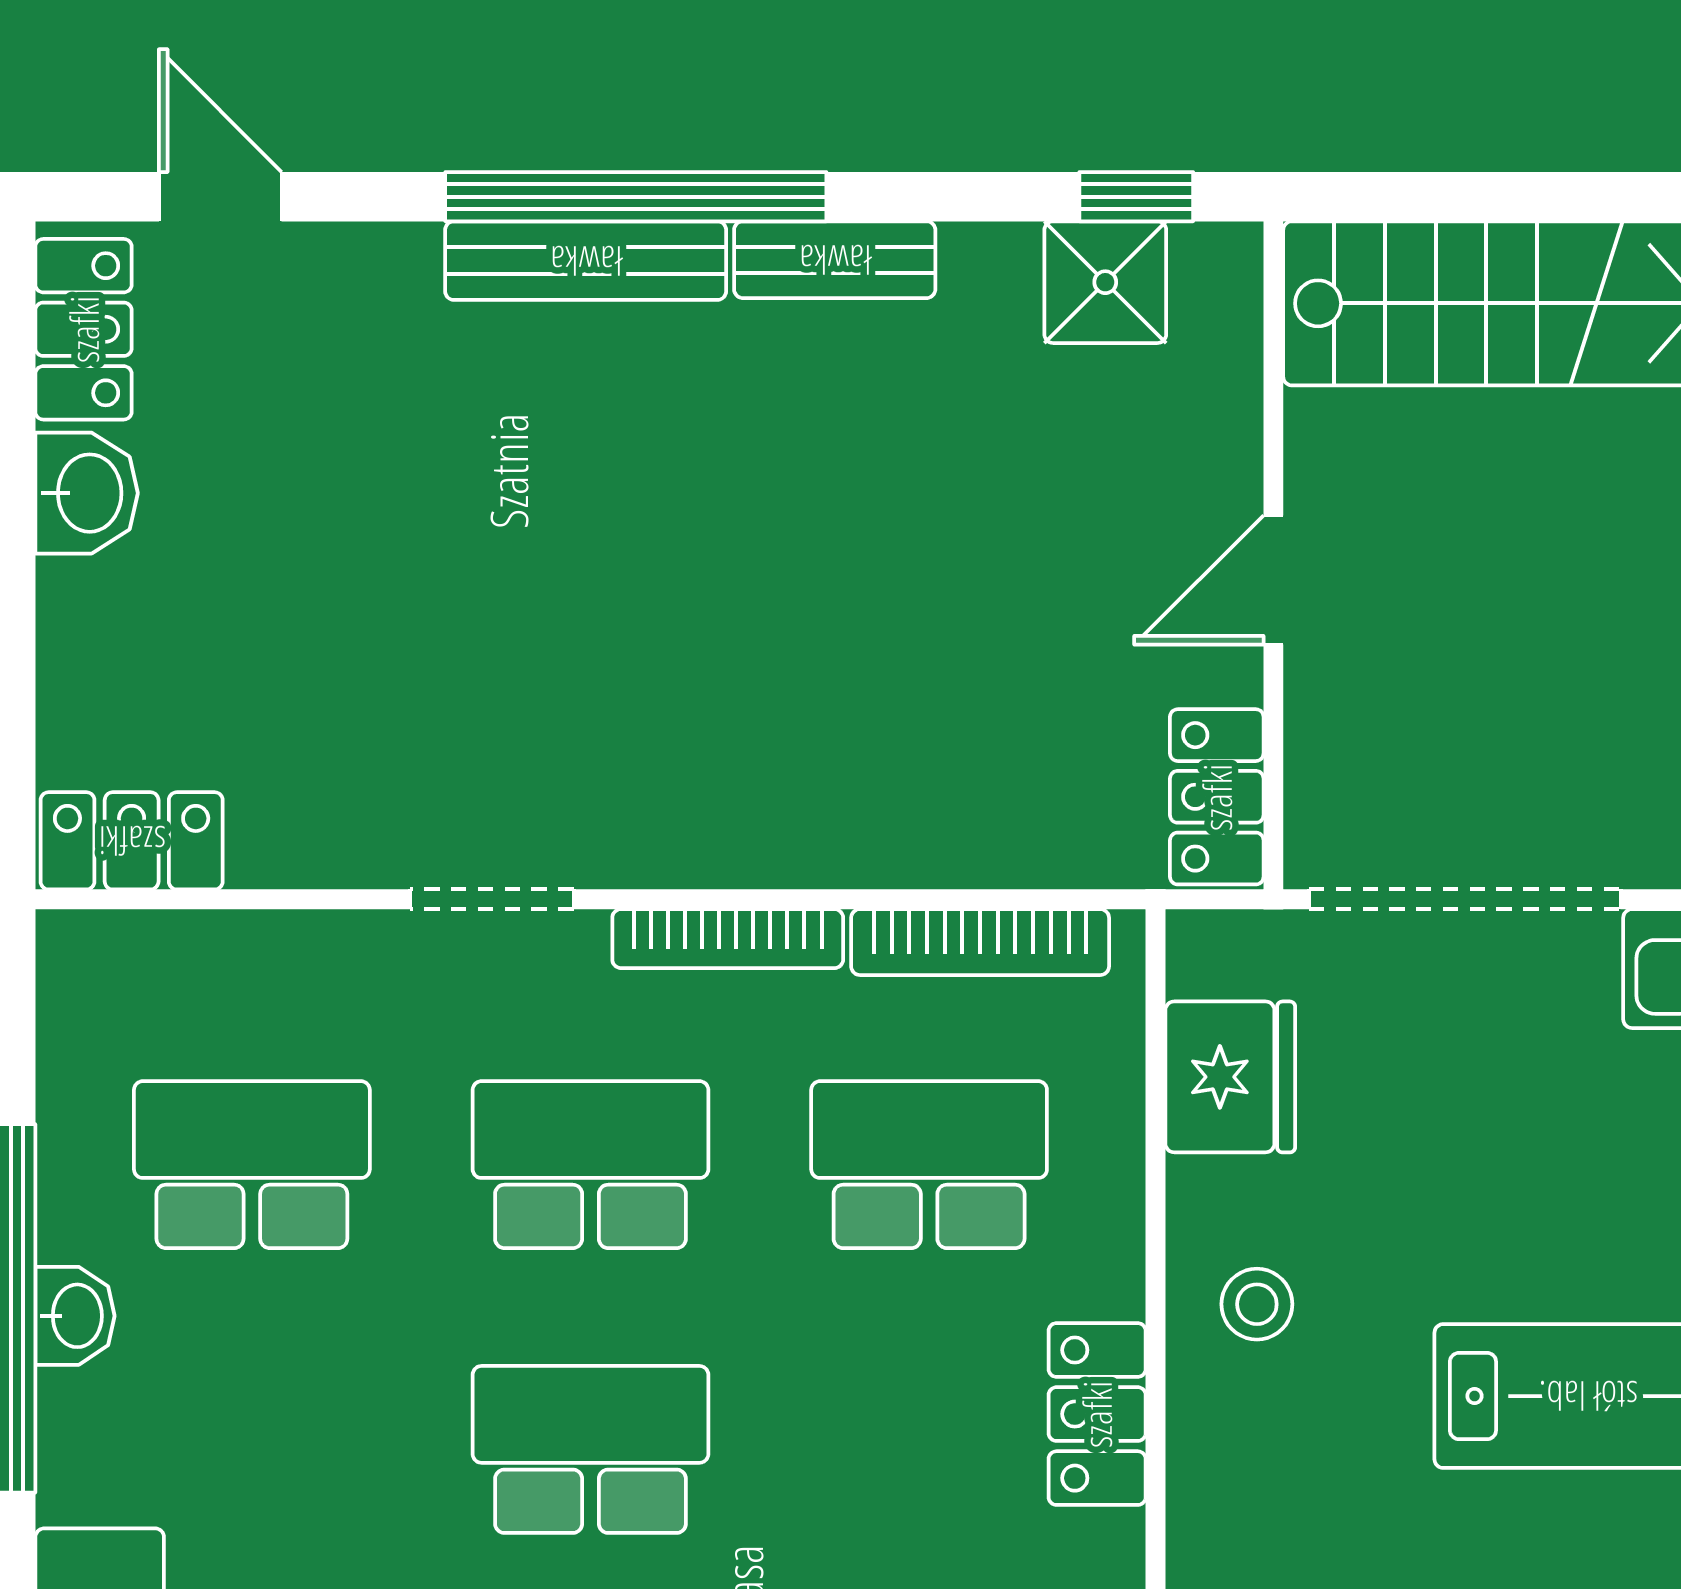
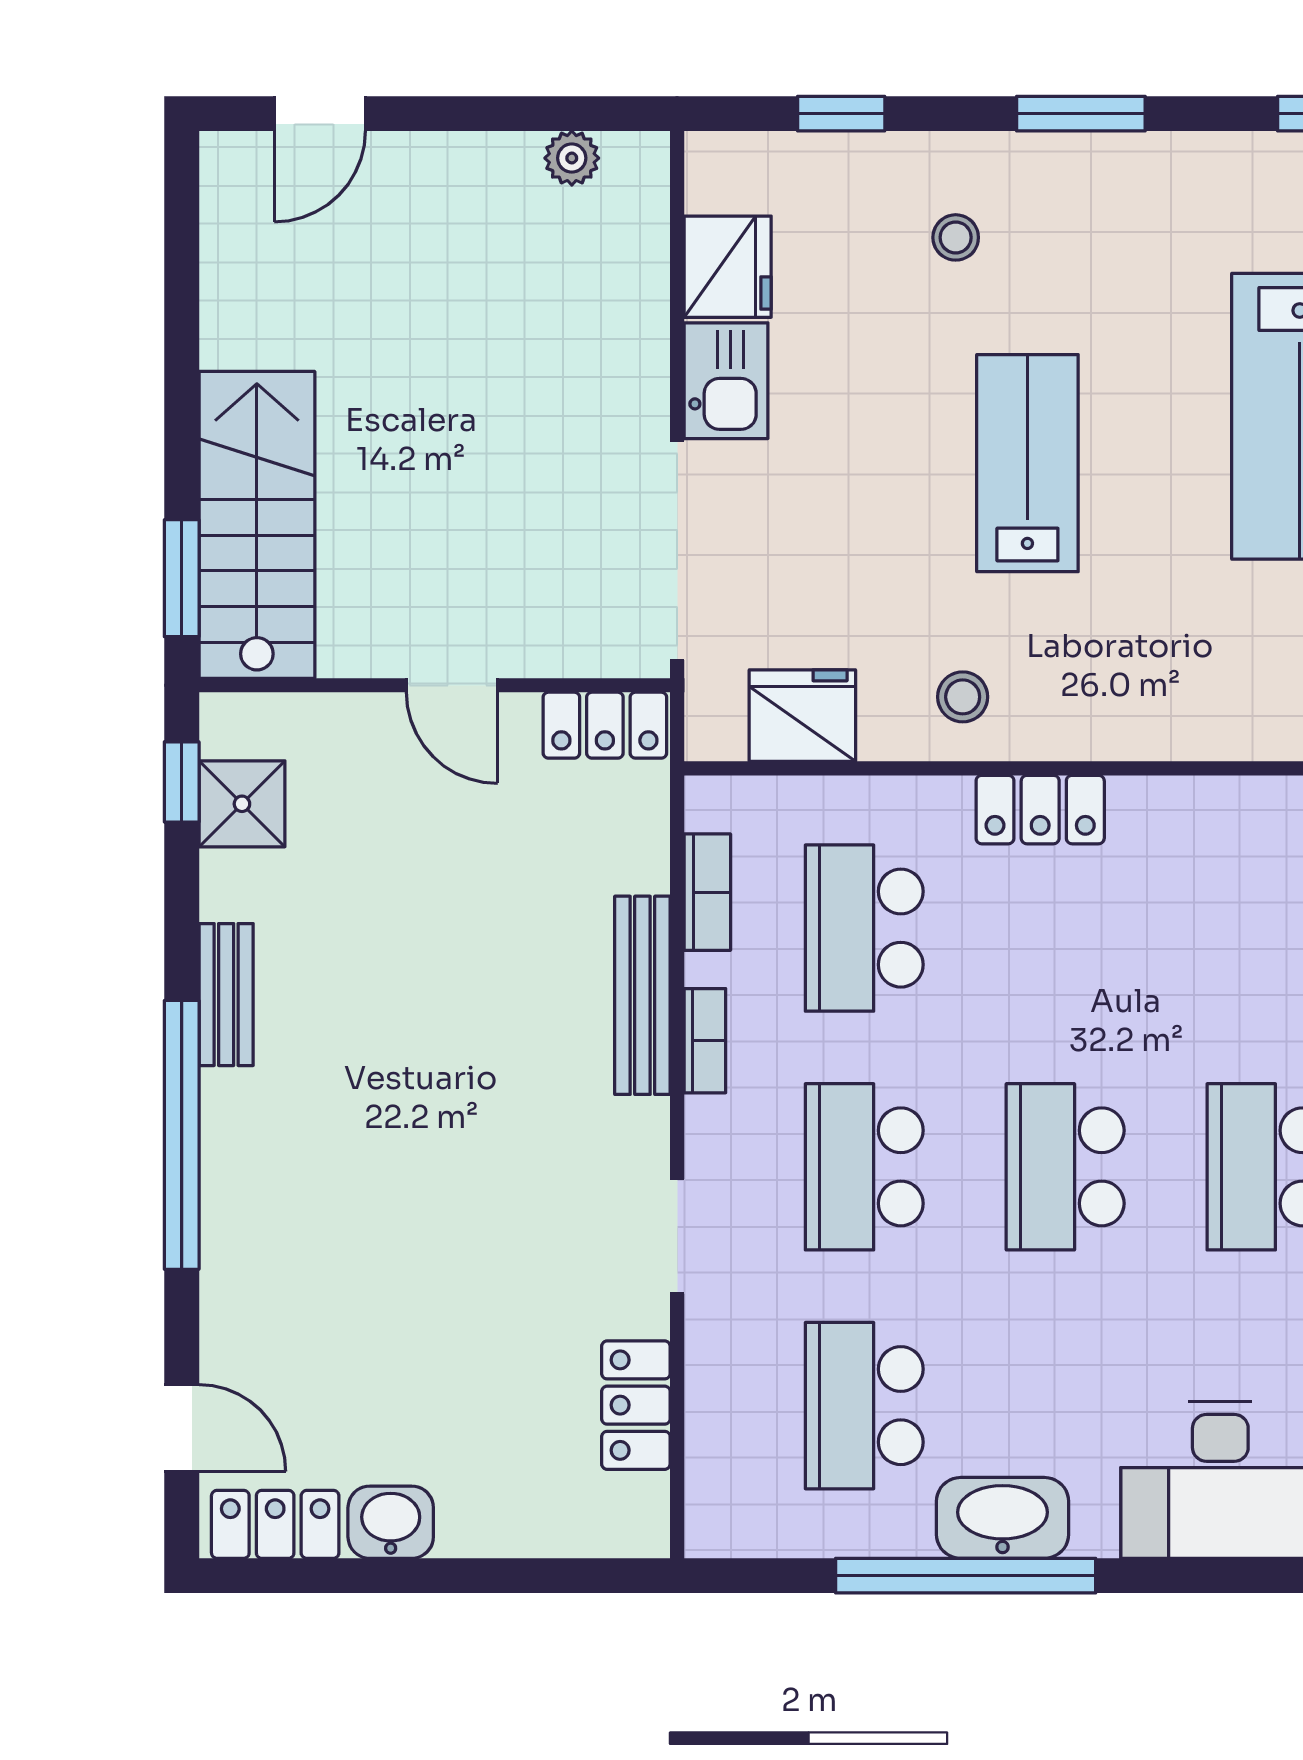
door: (220, 197) -> (182, 1428), swing flipped
window: (1425, 197) -> (182, 578), added
bench: (586, 261) -> (642, 995), moved
locker: (132, 841) -> (636, 1405), moved
bookcase: (728, 939) -> (705, 1041), width x0.64
bookcase: (980, 942) -> (707, 892), width x0.64
washbasin: (75, 1316) -> (1003, 1518), width x1.91, depth x1.45

